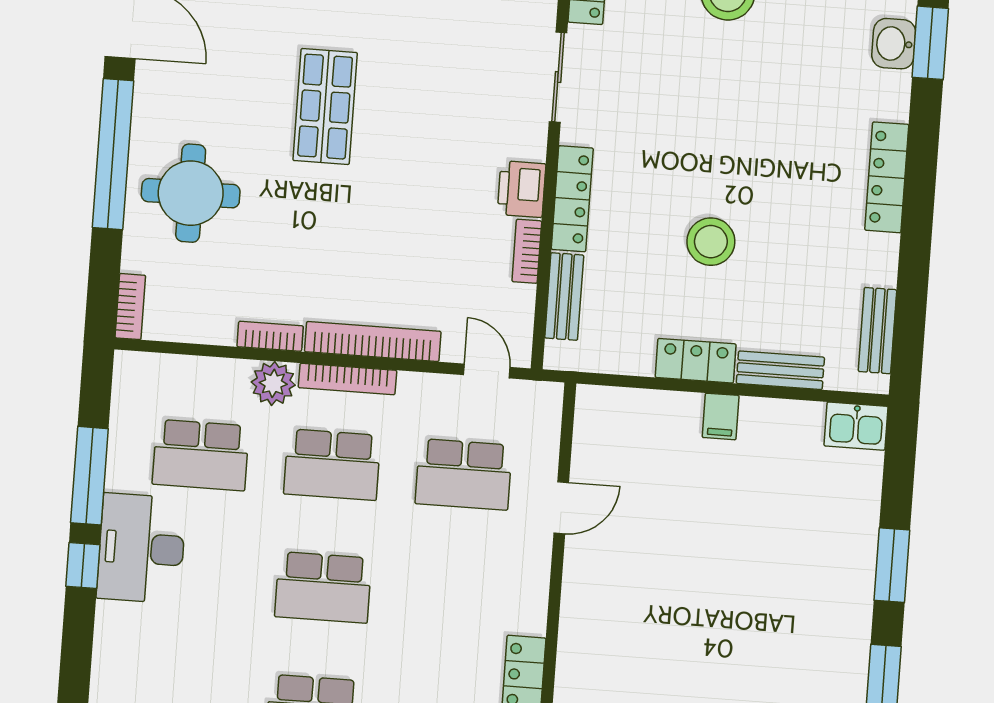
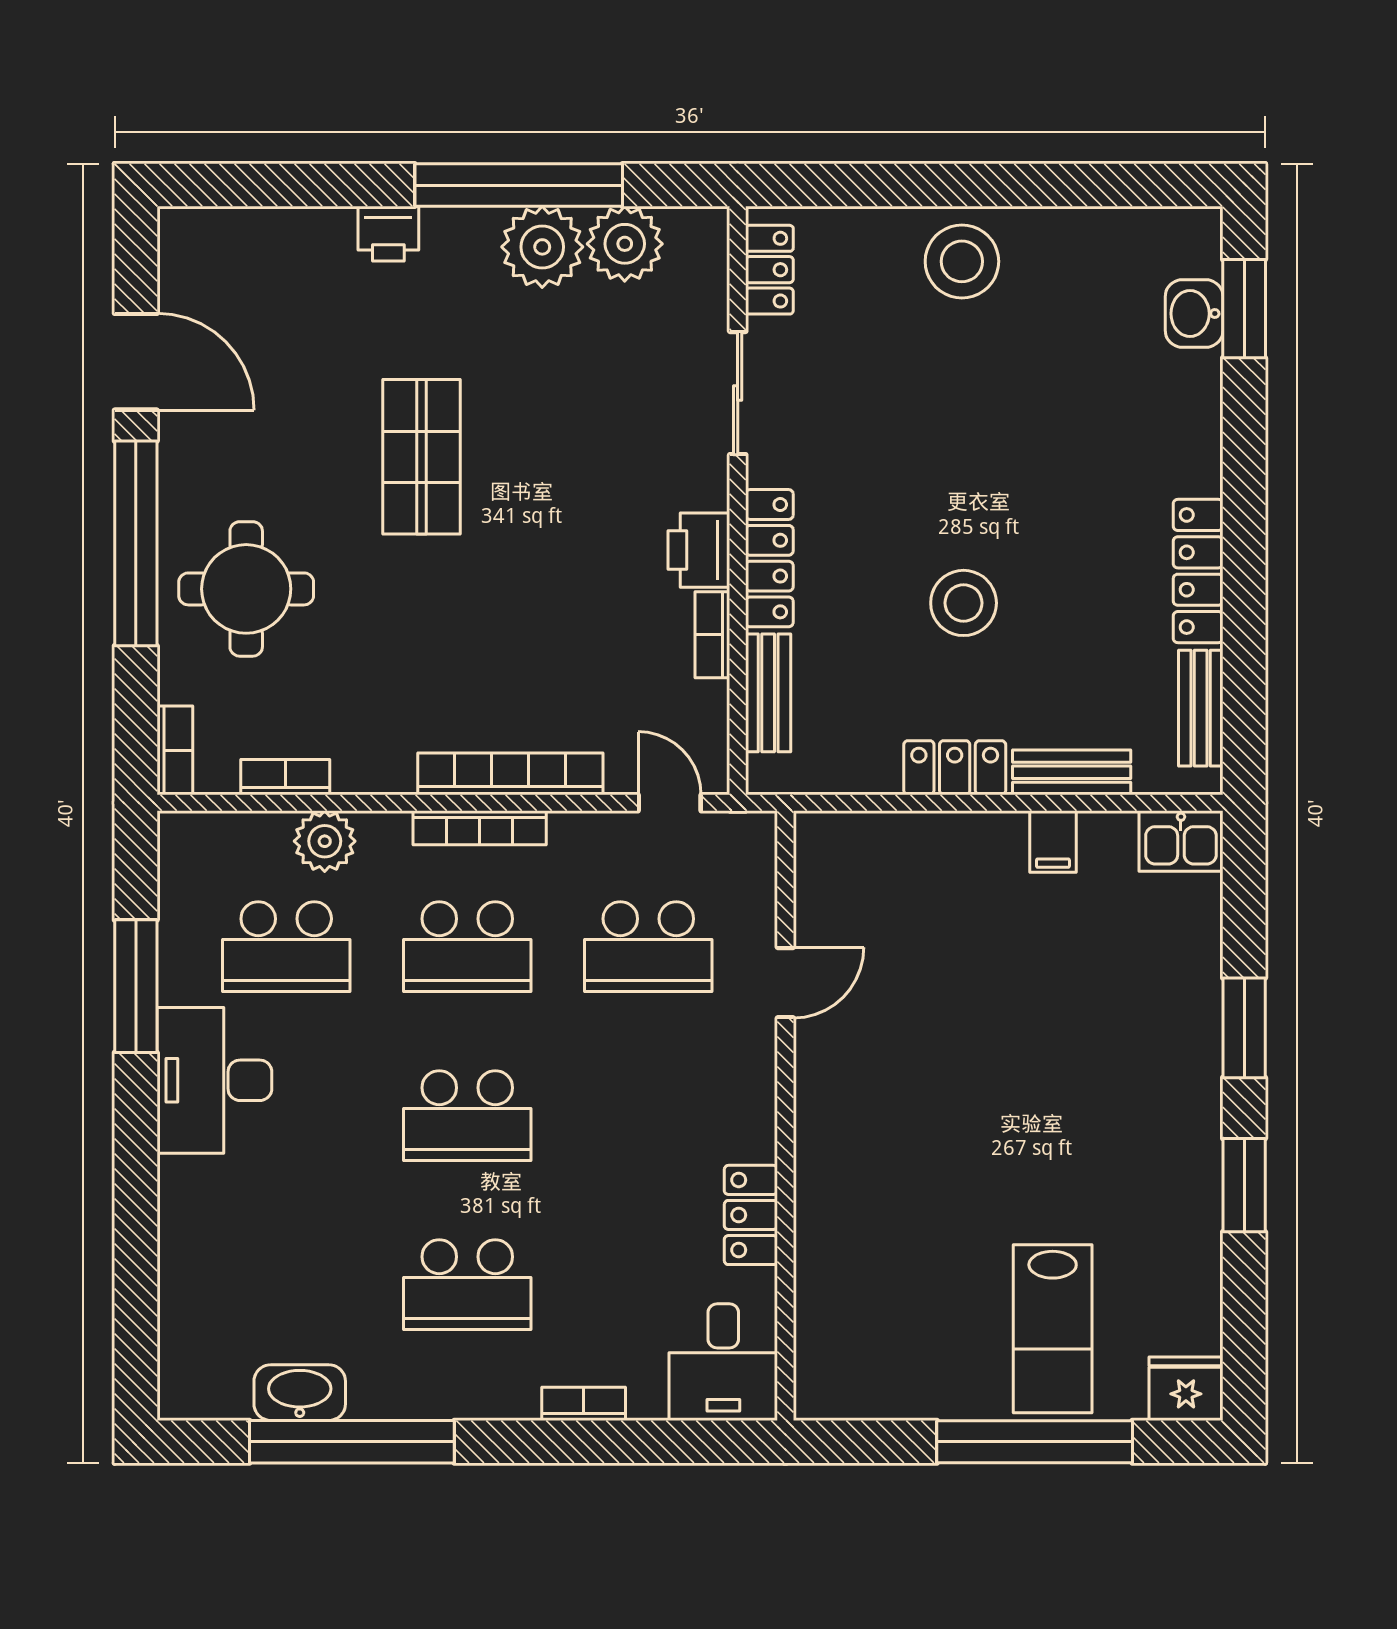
locker: (887, 177) -> (1198, 571), moved
bookcase: (270, 336) -> (285, 777), moved
plant: (273, 383) -> (325, 841), moved
filing cabinet: (721, 416) -> (1053, 842), moved
window: (83, 566) -> (136, 1110), removed

